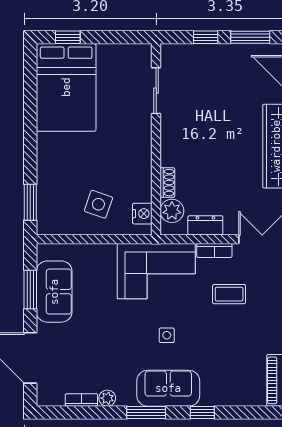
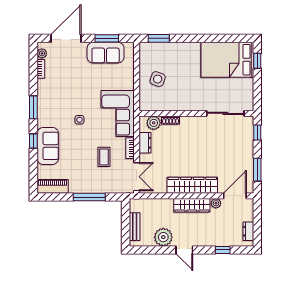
window: (206, 37) -> (257, 132), moved
sliding door: (156, 91) -> (225, 113), width x1.37
nightstand: (142, 214) -> (152, 105), removed
sofa: (168, 388) -> (48, 146), moved
plant: (107, 398) -> (42, 53), moved

